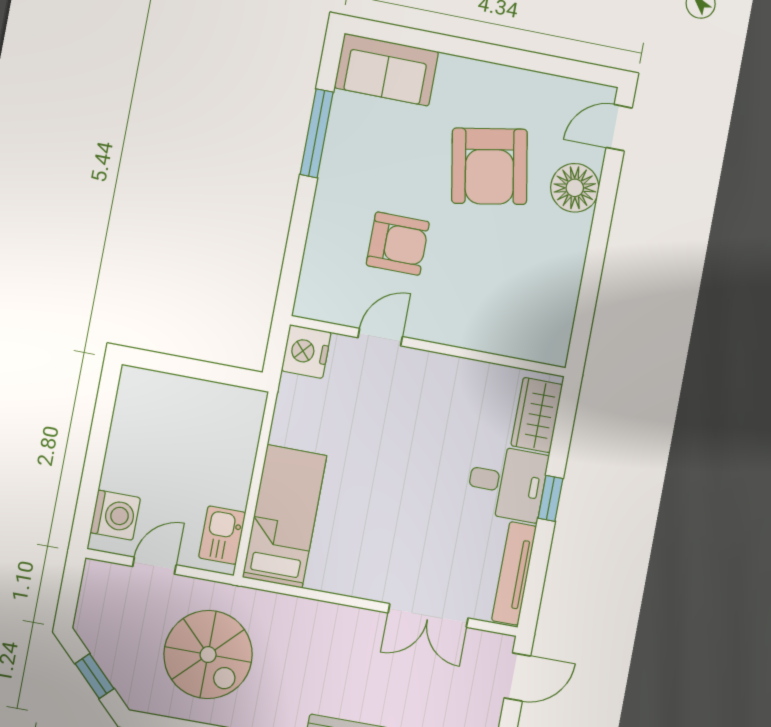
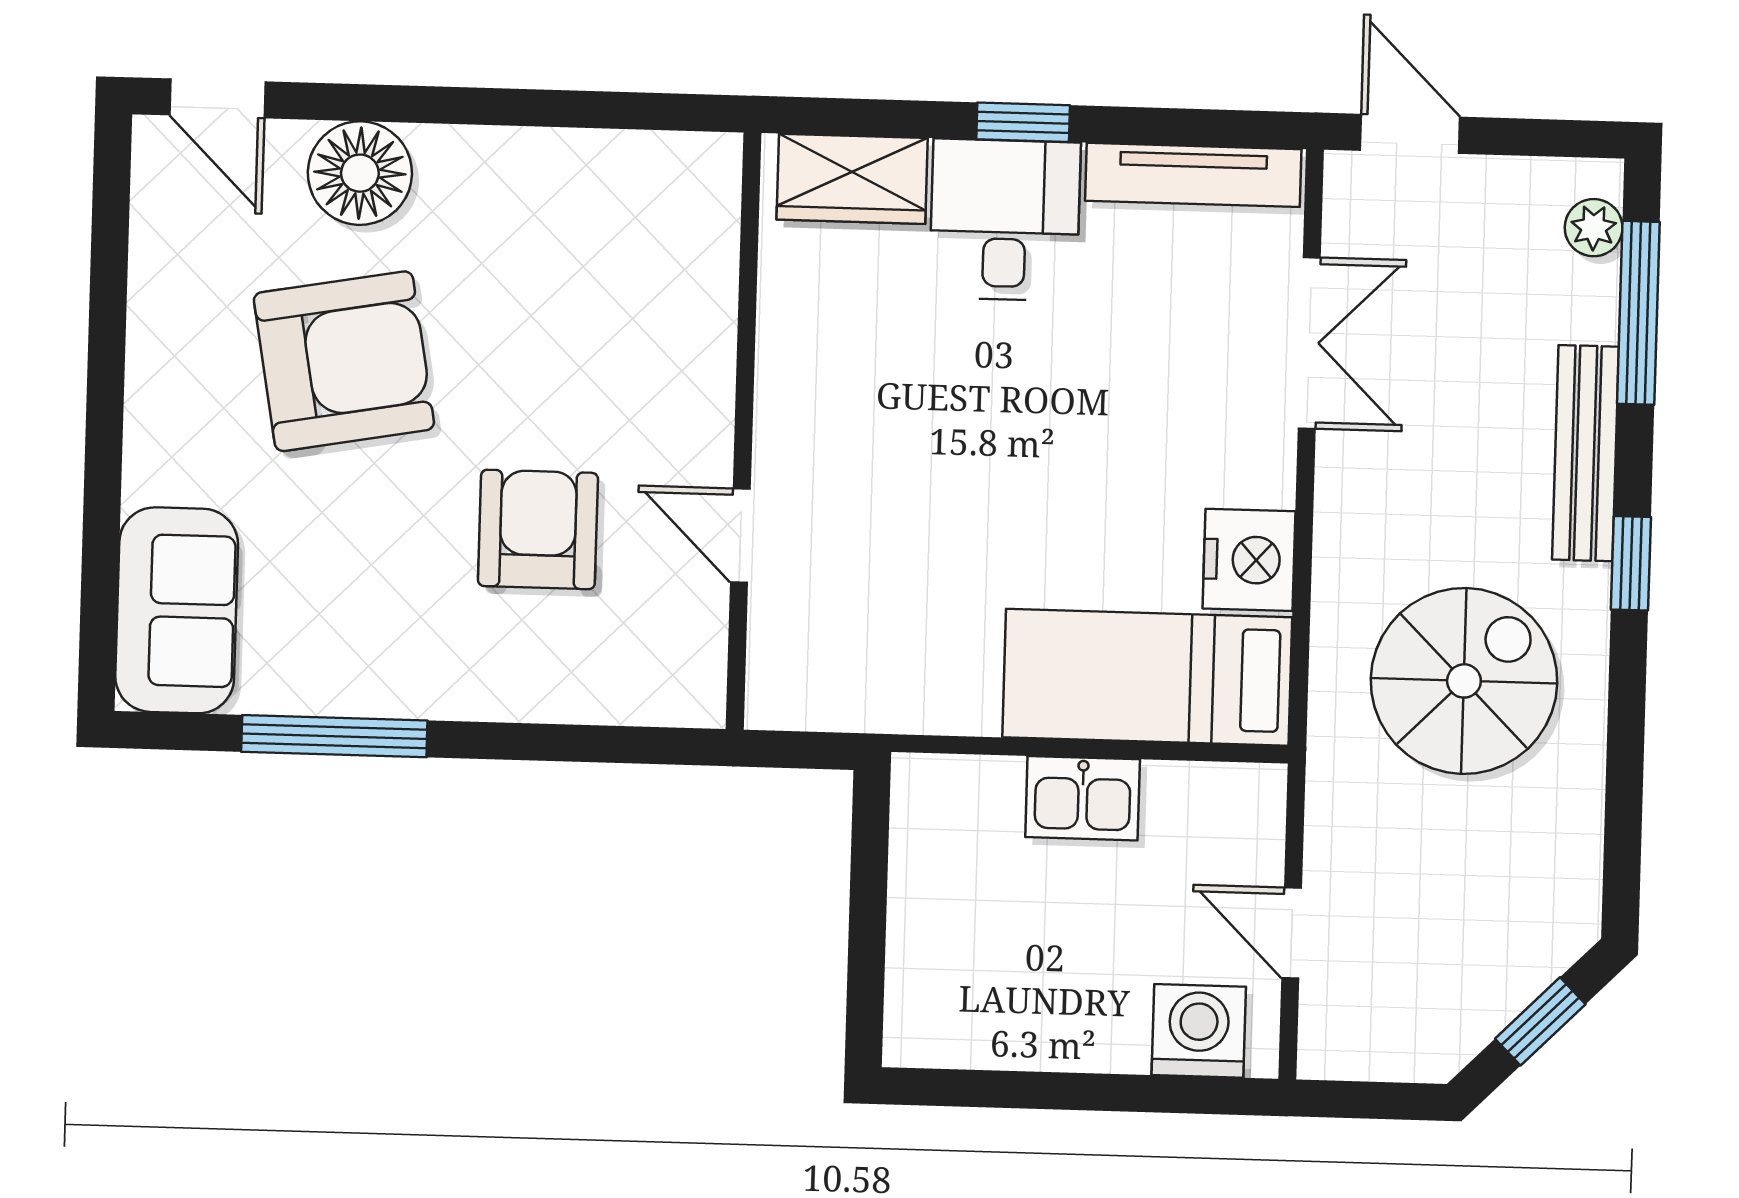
nightstand: (306, 351) -> (1249, 560), moved, turned -90
kitchen sink: (222, 535) -> (1083, 798), moved
spiral stairs: (208, 655) -> (1464, 681), moved

